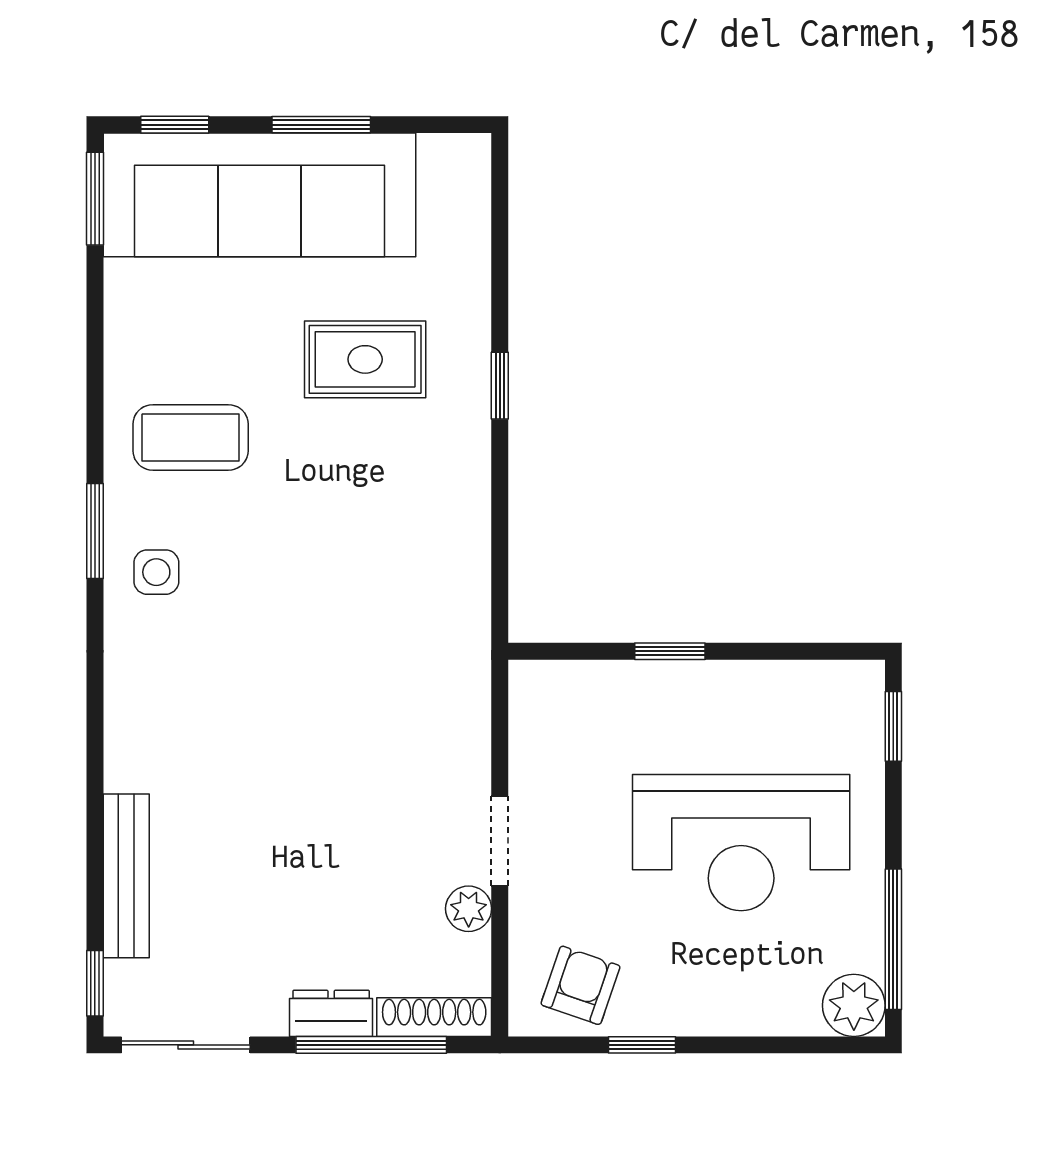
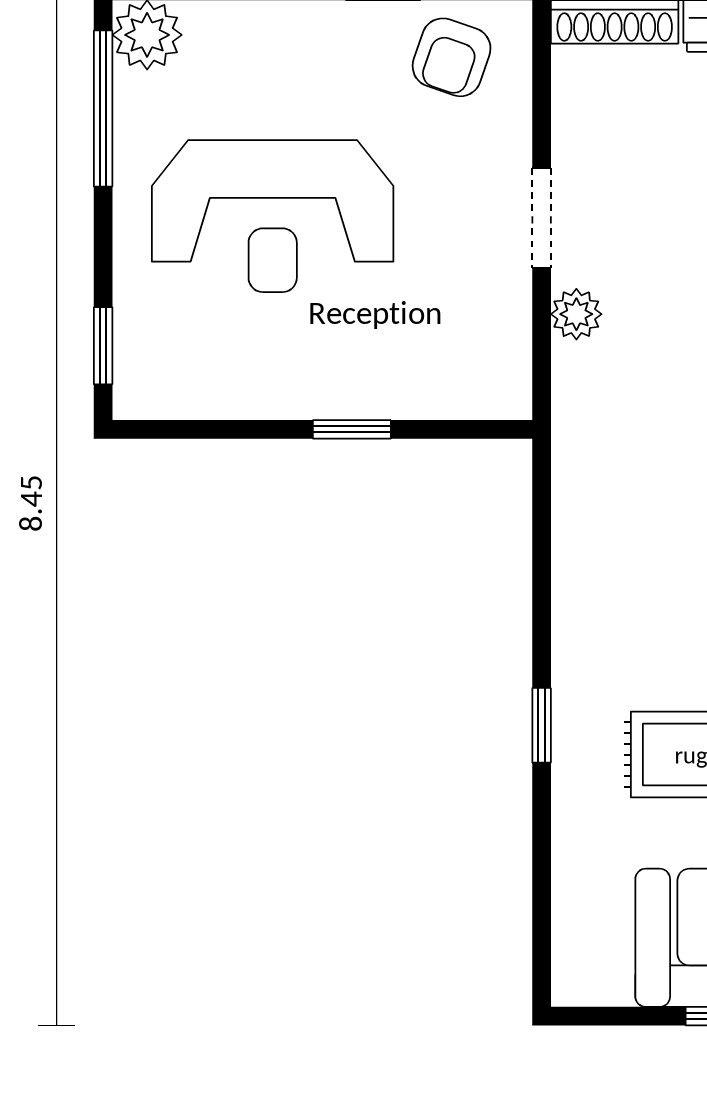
reception desk: (741, 843) -> (273, 216), turned 180
plant: (469, 909) -> (576, 314), moved

